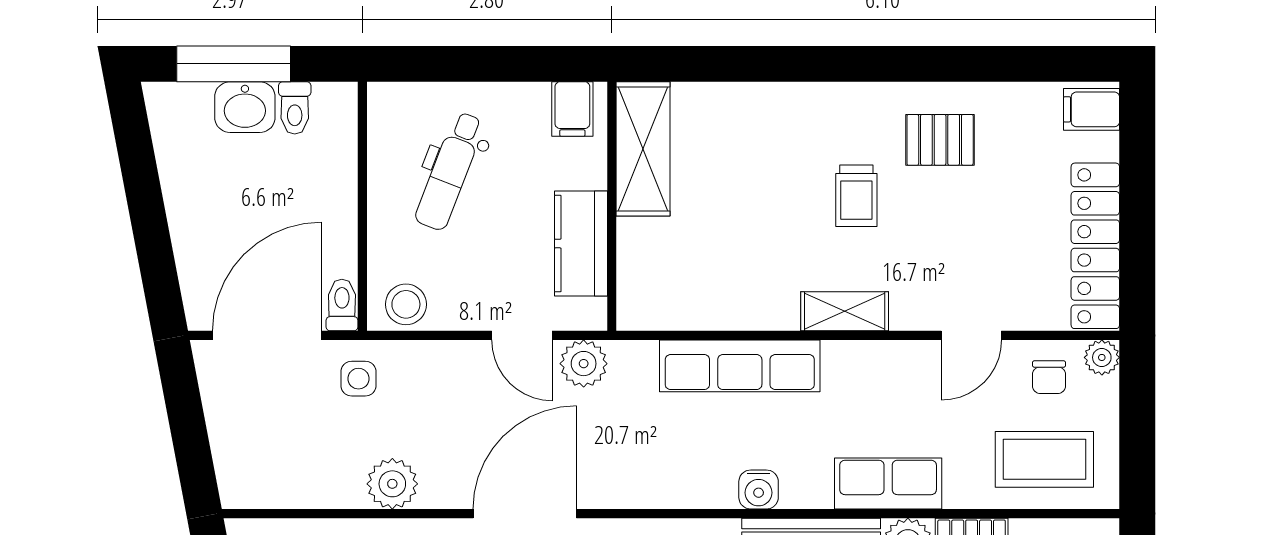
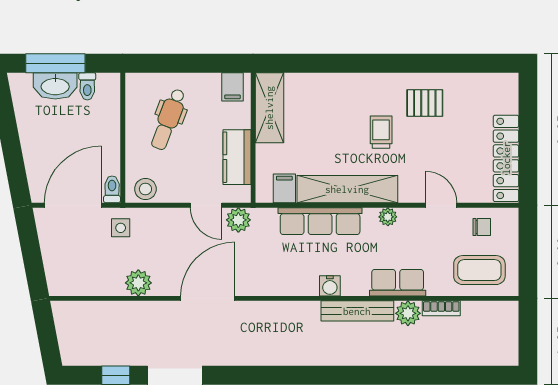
washbasin: (245, 107) -> (55, 86), width x1.38
filing cabinet: (1092, 109) -> (284, 188), moved, turned 90
trolley: (856, 196) -> (381, 132), turned 180
shelving: (845, 311) -> (347, 189), width x2.20, depth x1.33
door: (971, 335) -> (441, 205), swing flipped
plant: (1102, 357) -> (388, 217), moved
chair: (1049, 377) -> (482, 227), turned -90

